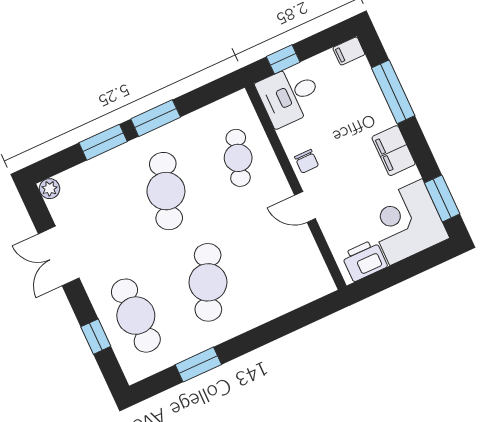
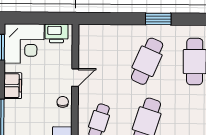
door: (305, 207) -> (75, 78), hinge flipped
window: (198, 365) -> (158, 19), moved

